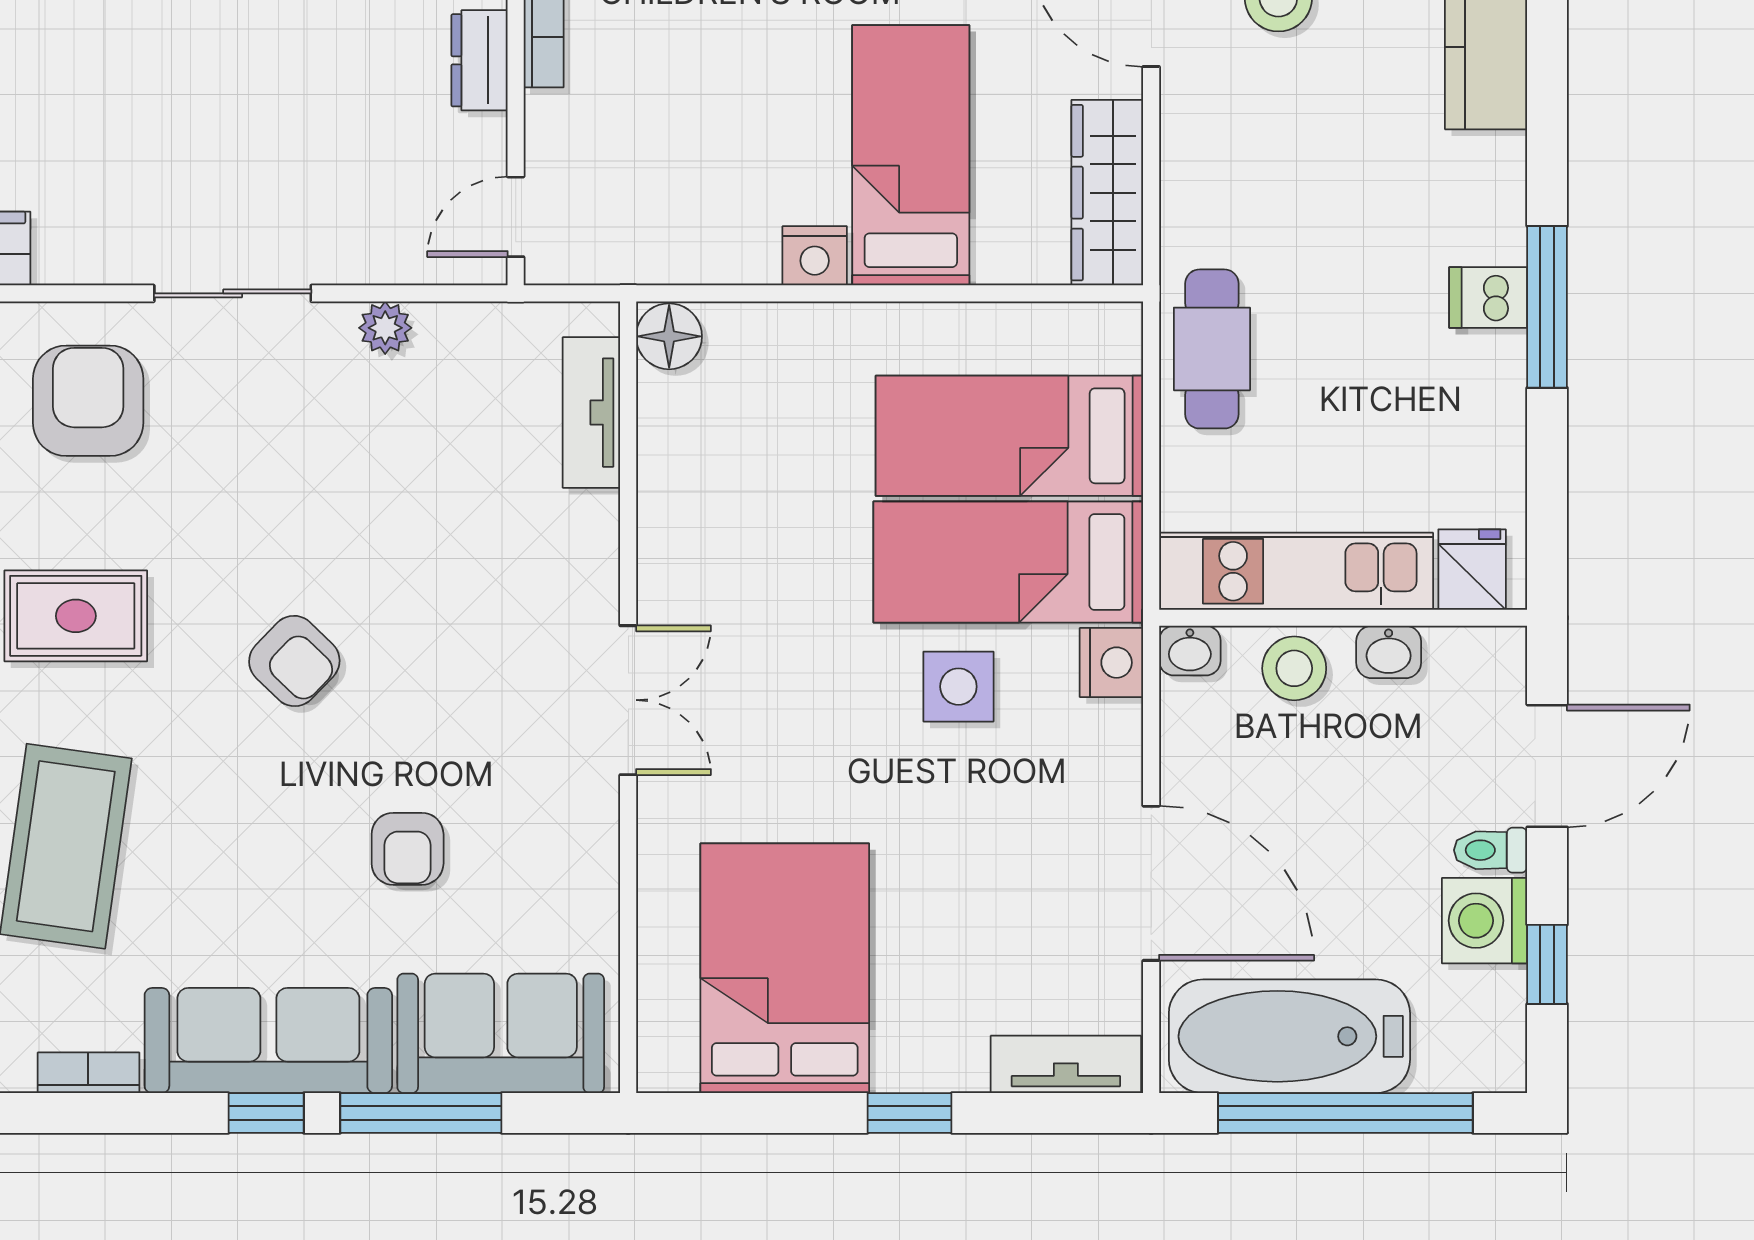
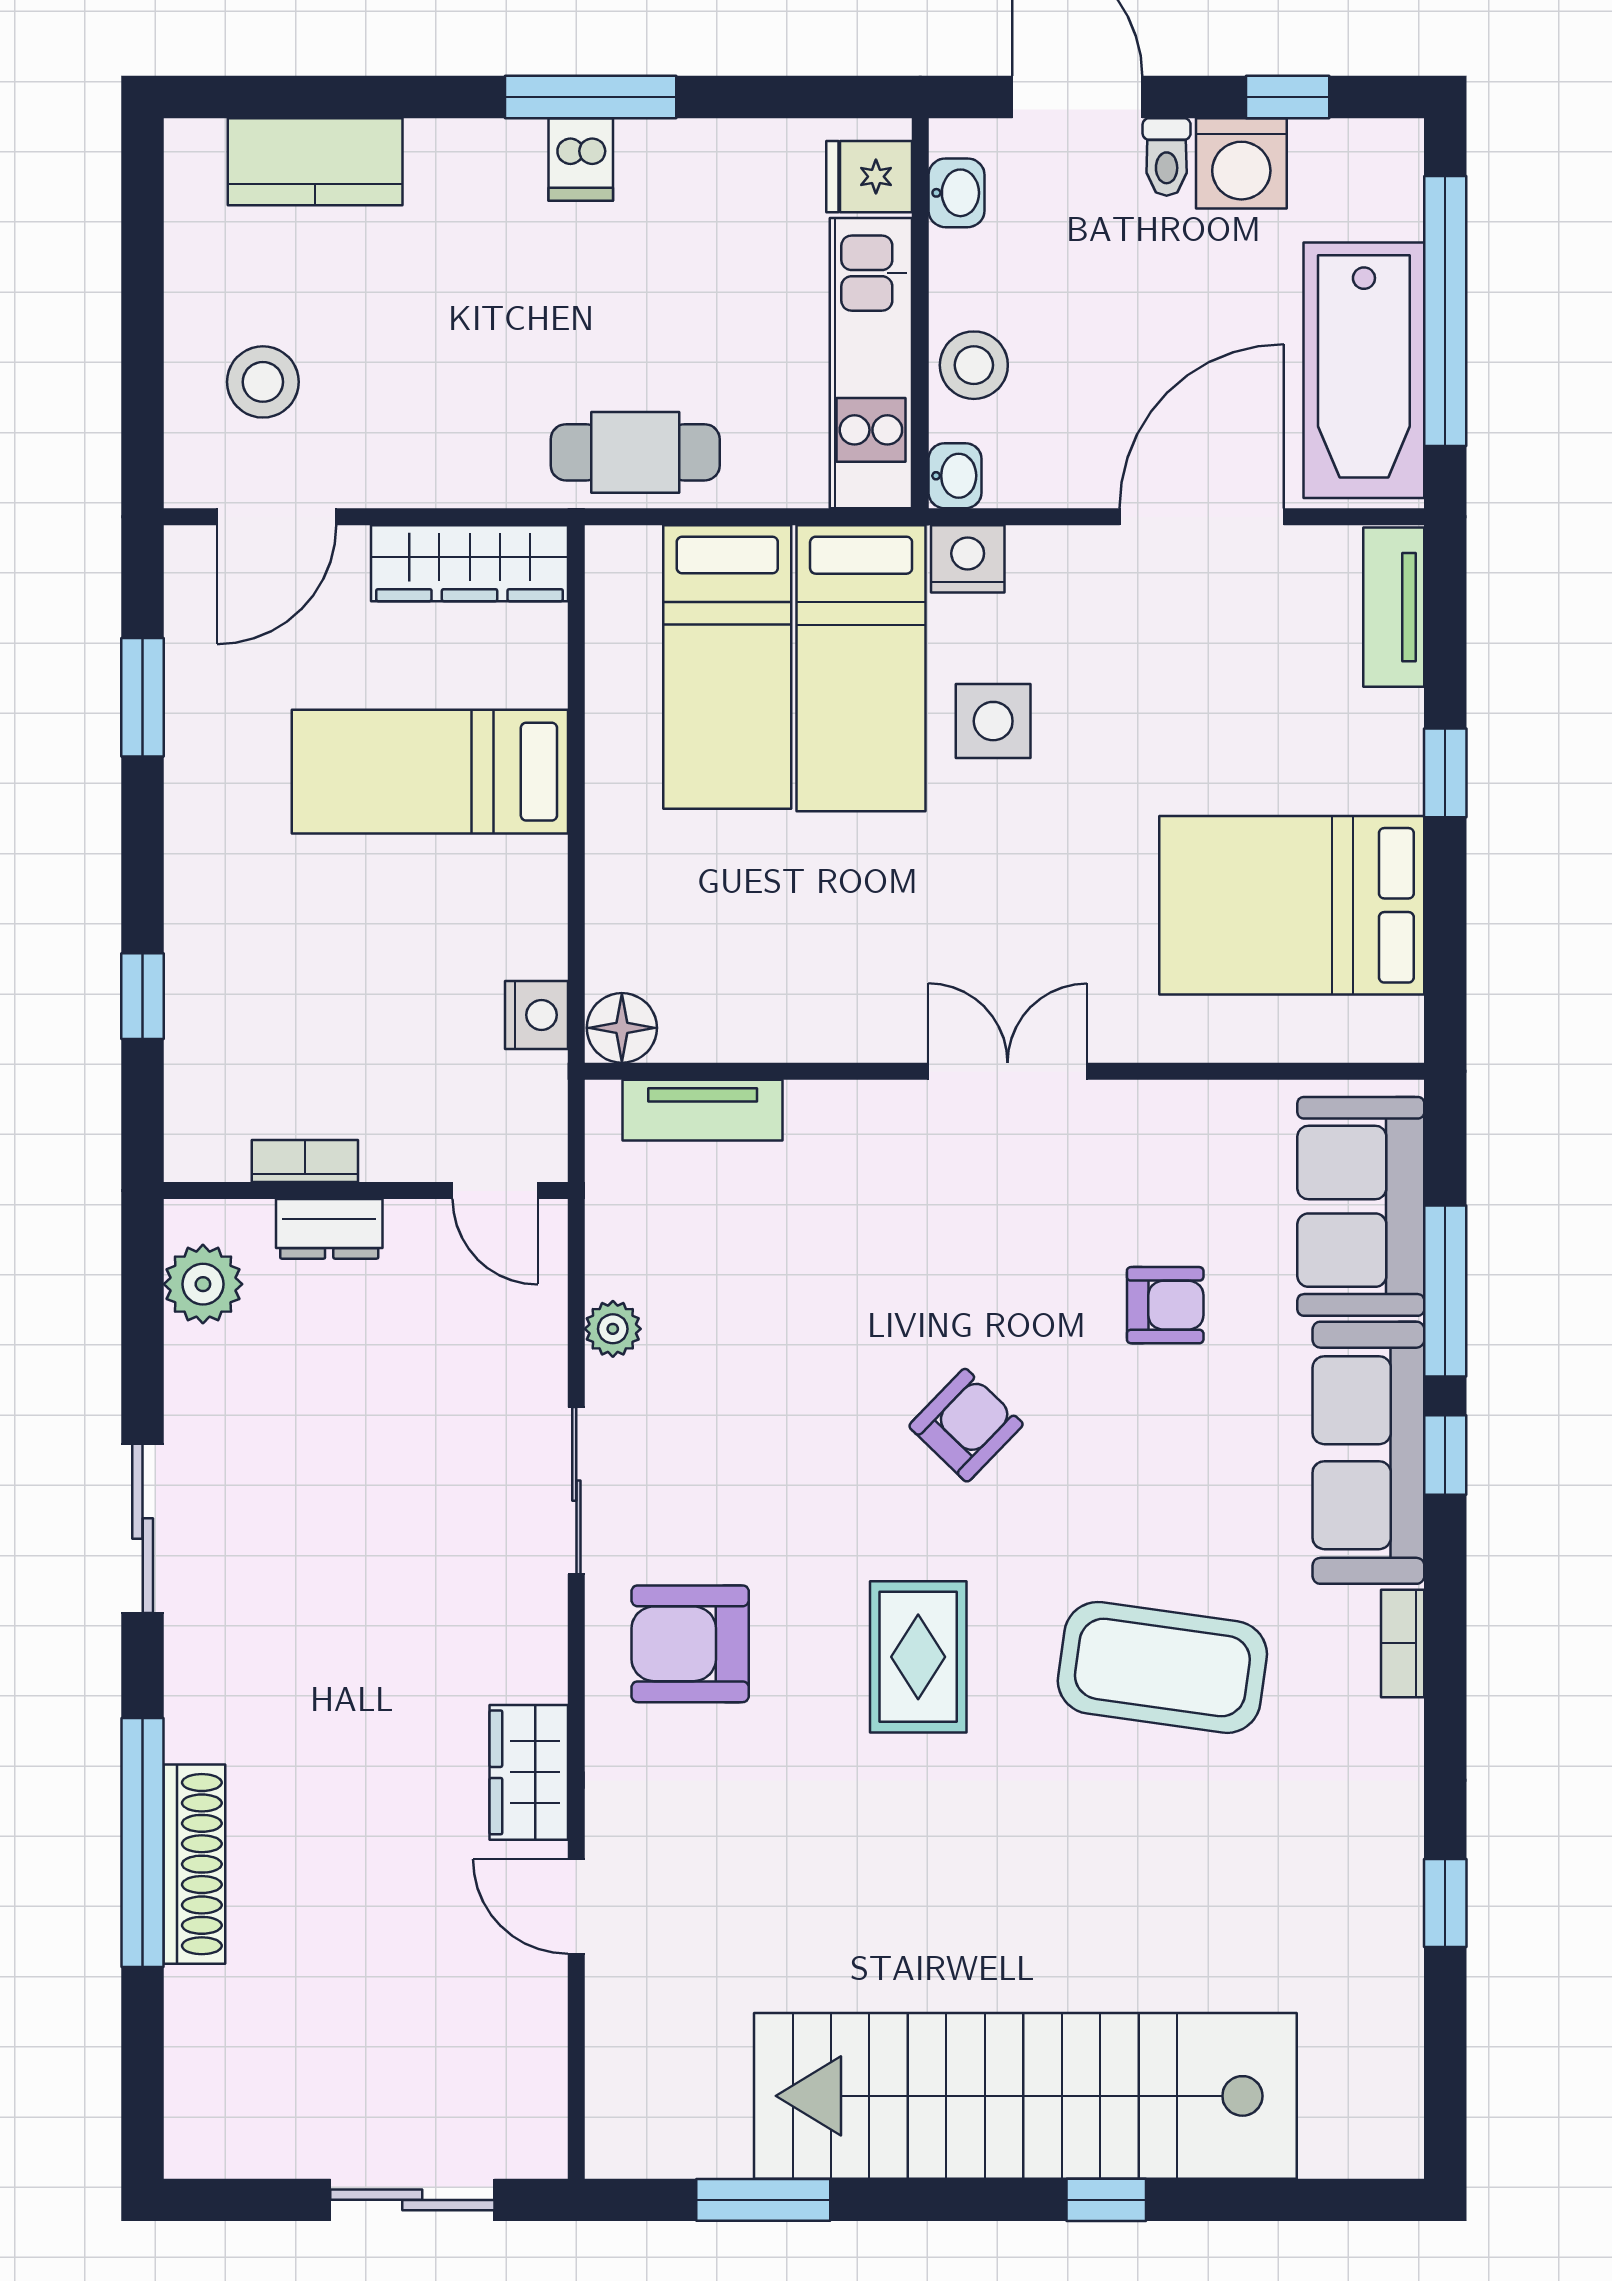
nightstand: (815, 256) -> (536, 1015), moved
washbasin: (1389, 652) -> (956, 193), moved

